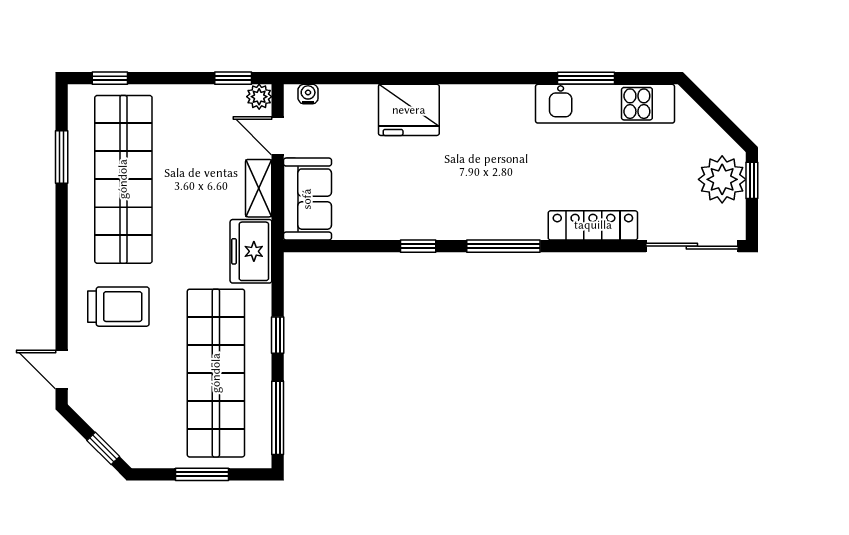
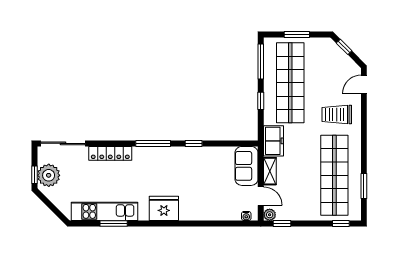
fridge: (409, 110) -> (164, 208), moved
door: (62, 370) -> (364, 84), swing flipped

